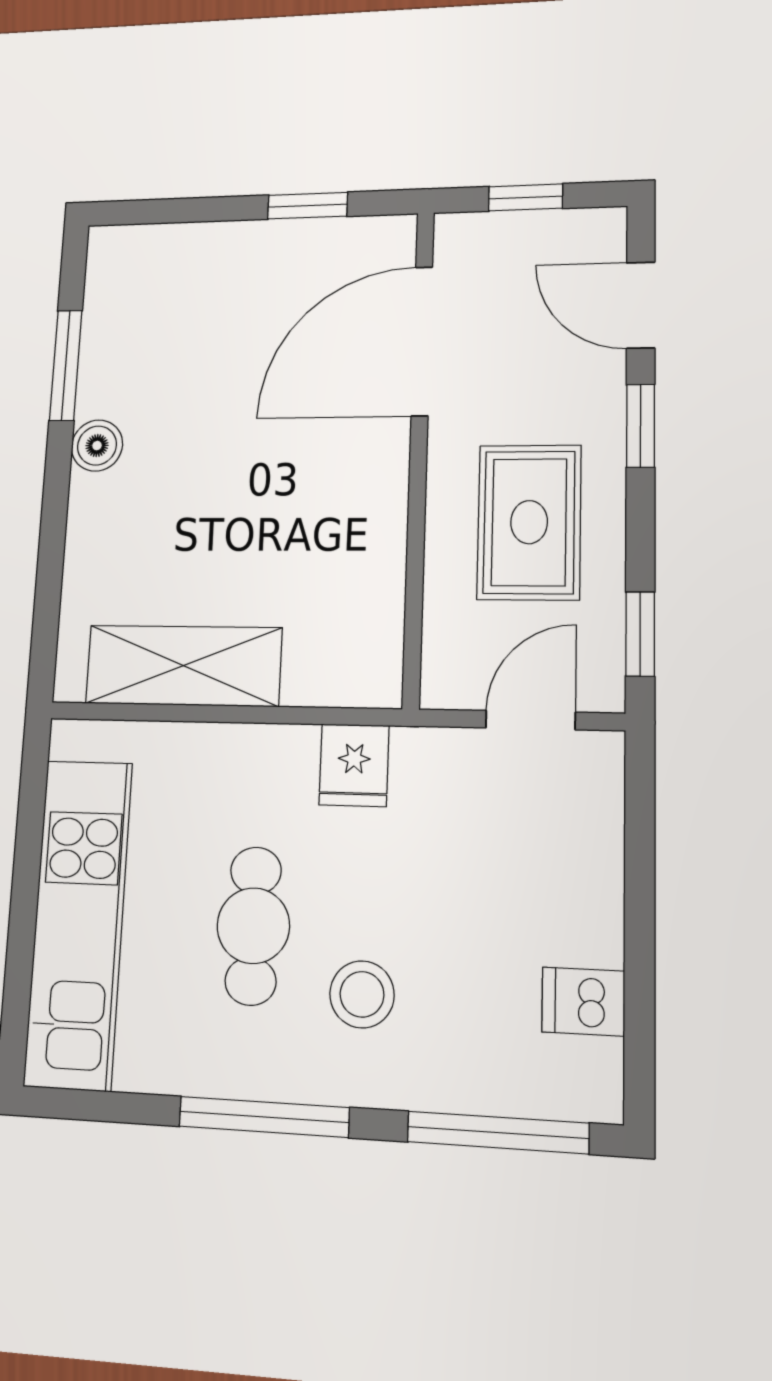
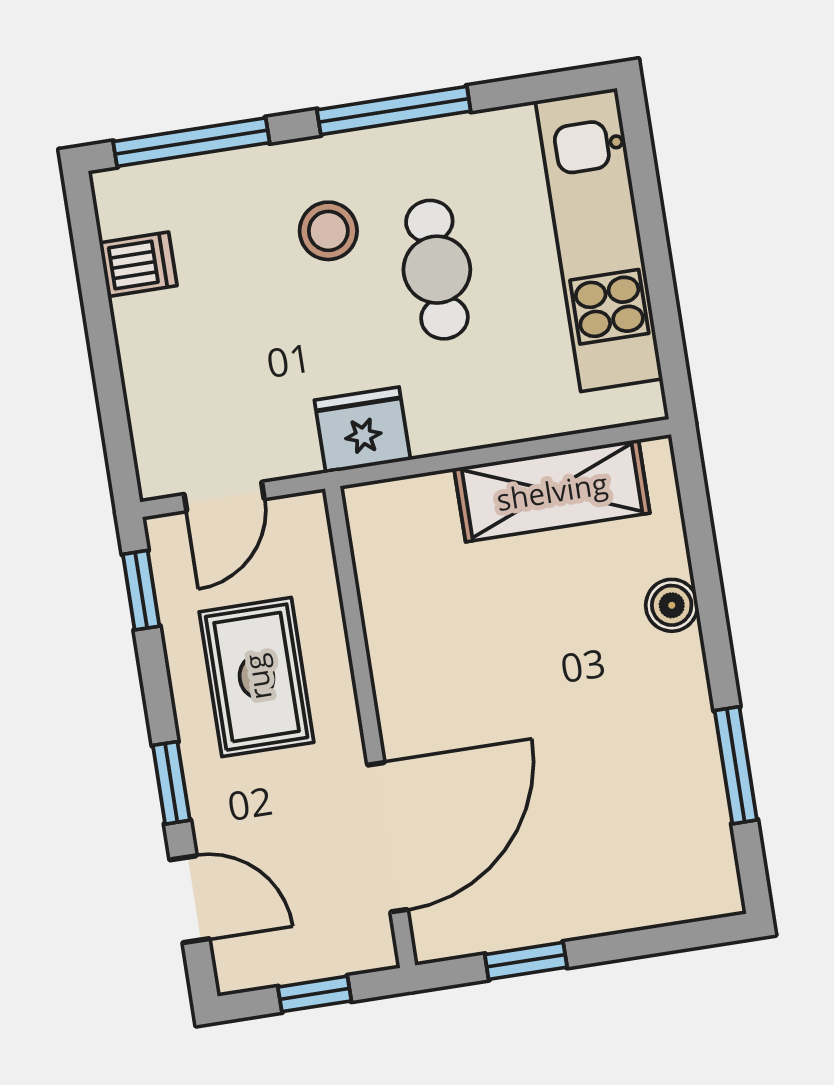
boiler: (97, 446) -> (672, 605), moved
fridge: (354, 765) -> (362, 430), width x1.38

